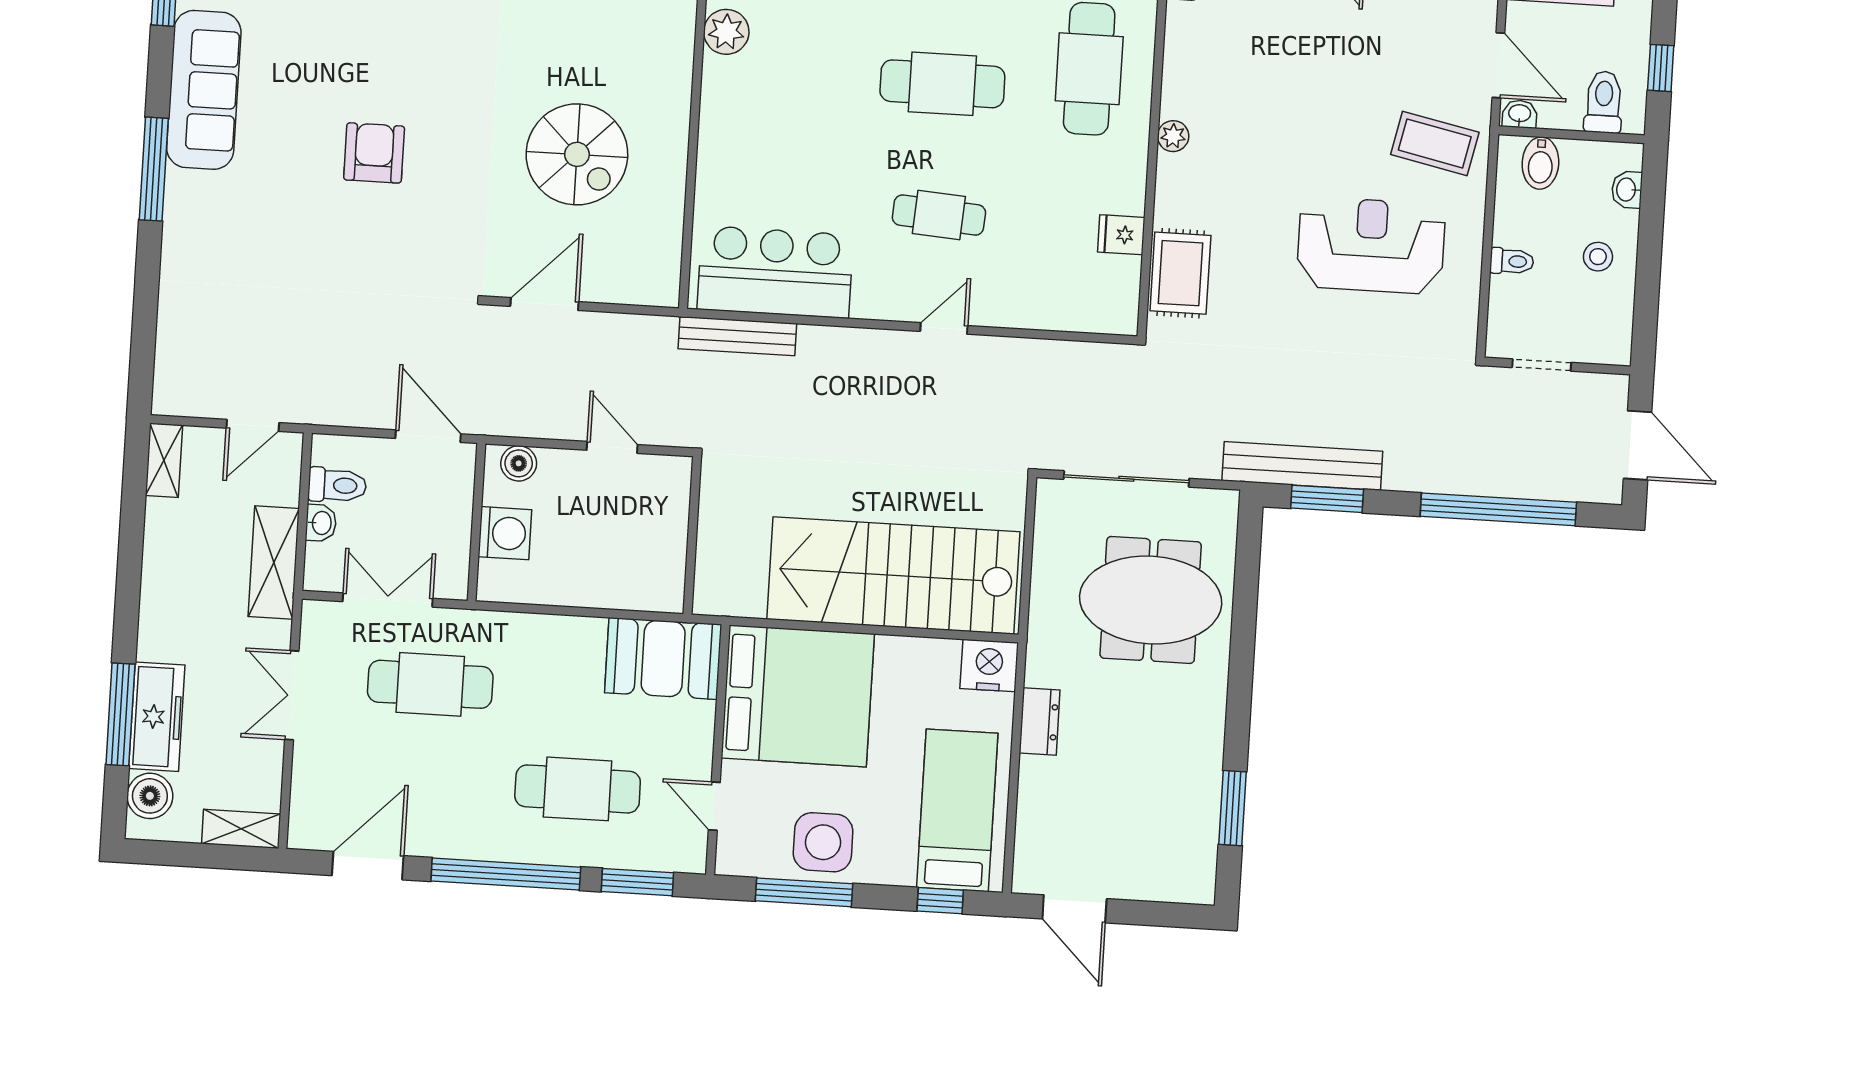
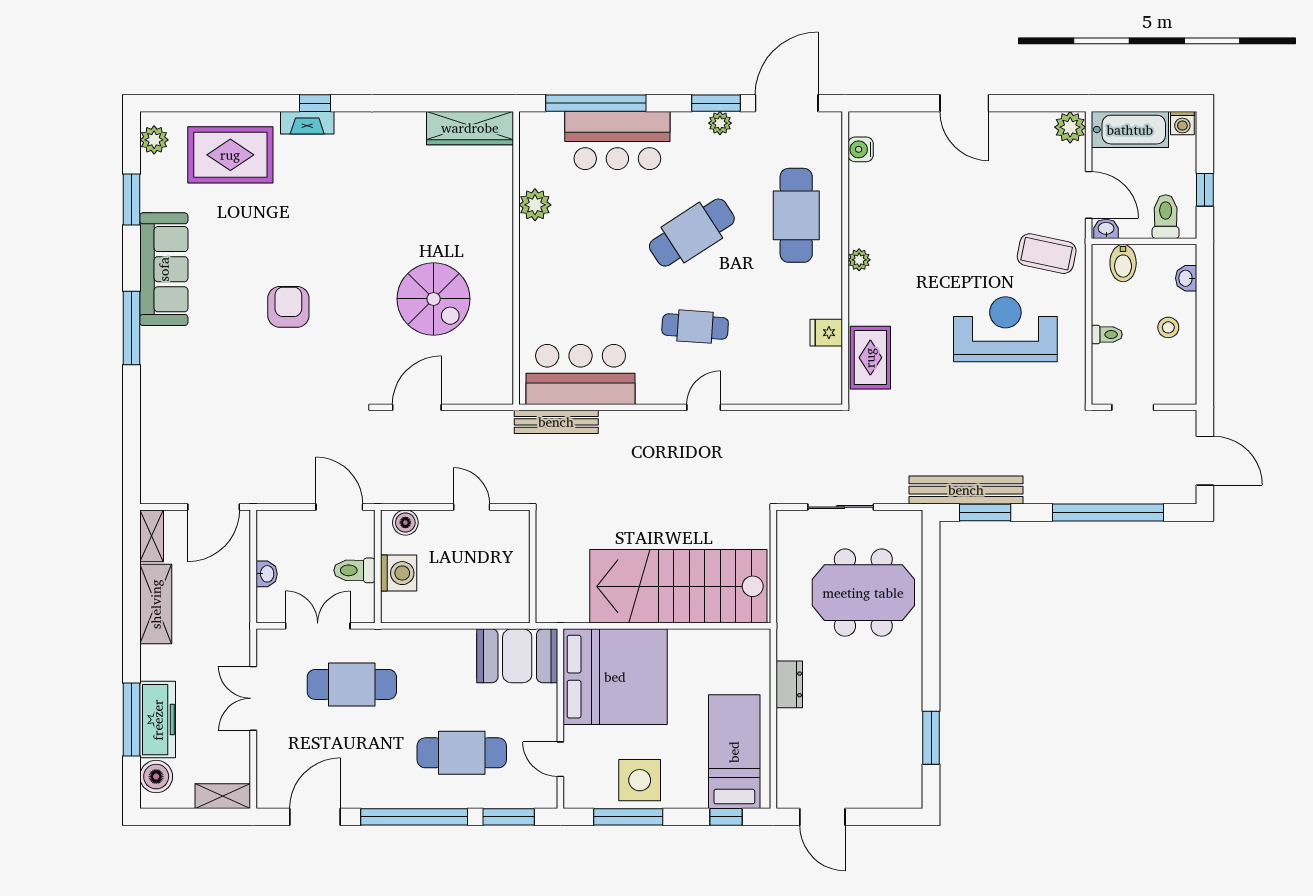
cafe table: (942, 84) -> (692, 233), turned -33
door: (253, 425) -> (214, 507), width x1.38
sliding door: (1126, 479) -> (841, 507), width x0.73
toilet: (337, 485) -> (354, 570), moved, turned 180
shelving: (274, 562) -> (156, 604), moved
nightstand: (989, 666) -> (751, 647), removed

